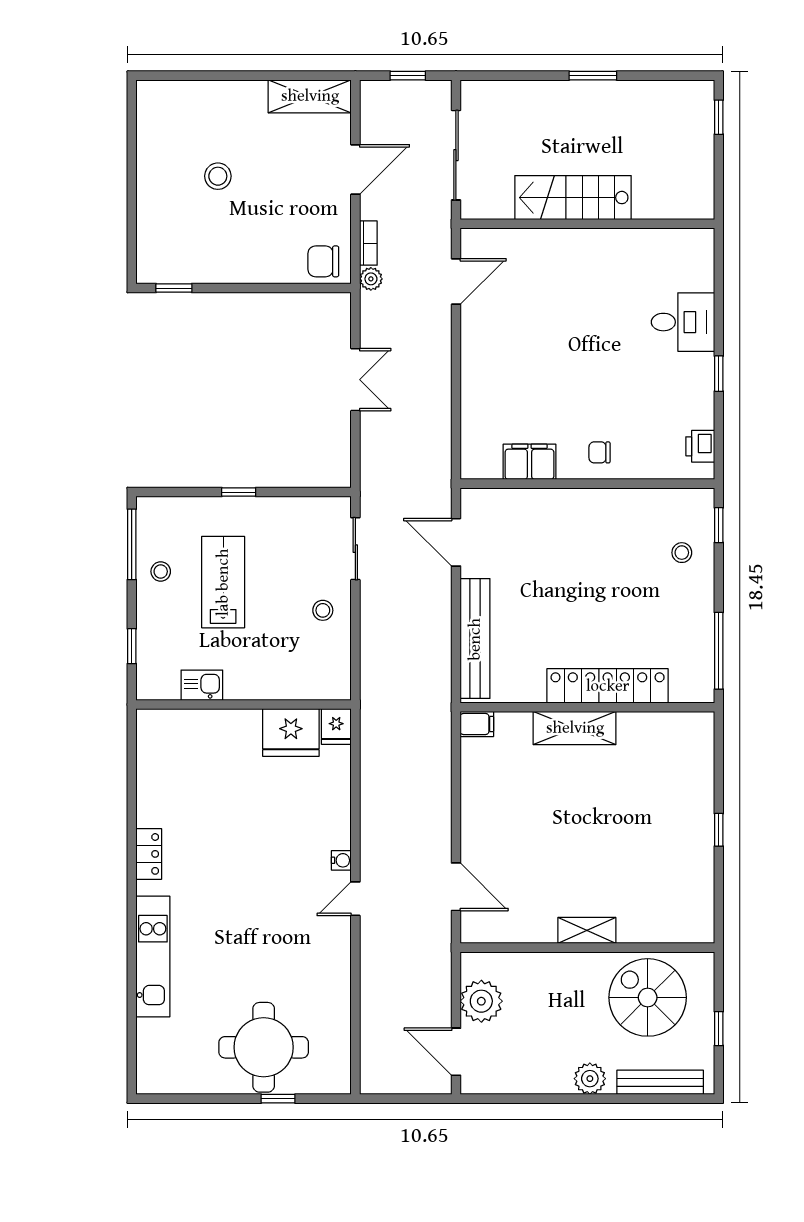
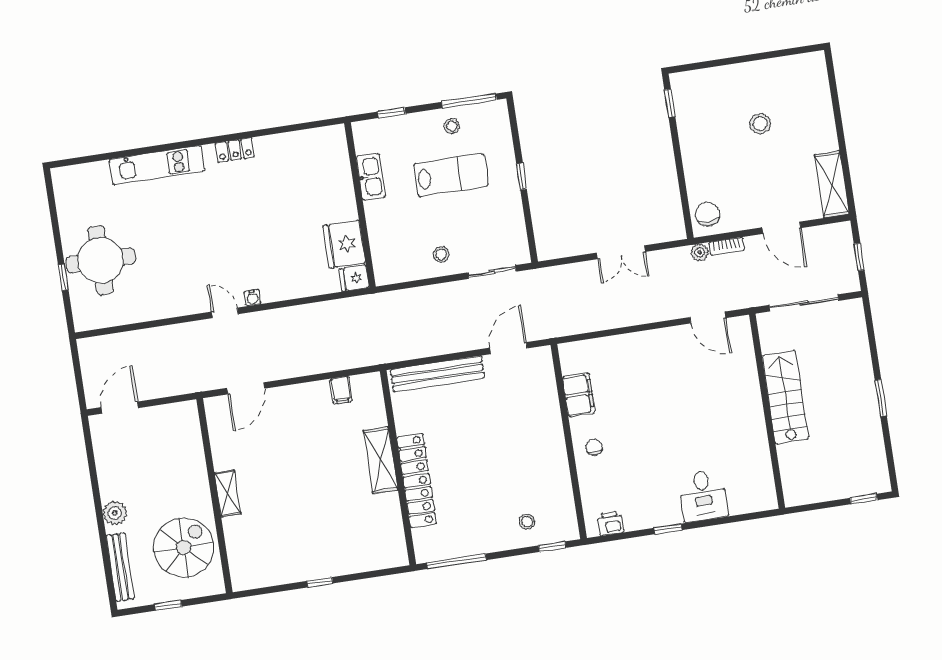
kitchen sink: (202, 685) -> (371, 177), width x1.38
filing cabinet: (477, 724) -> (341, 390), moved
plant: (481, 1001) -> (161, 421), removed

